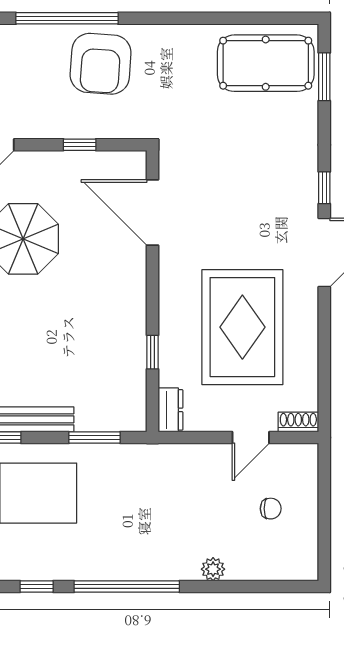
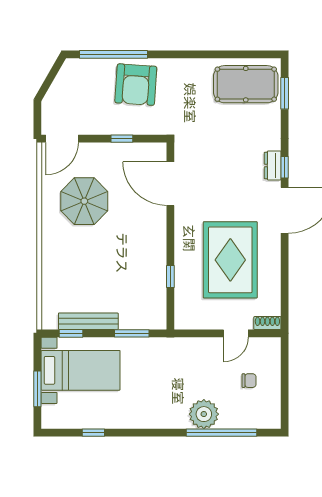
dresser: (170, 410) -> (273, 165), moved, turned 180
plant: (213, 569) -> (204, 414), width x1.88, depth x1.88
window: (127, 587) -> (222, 433), moved

